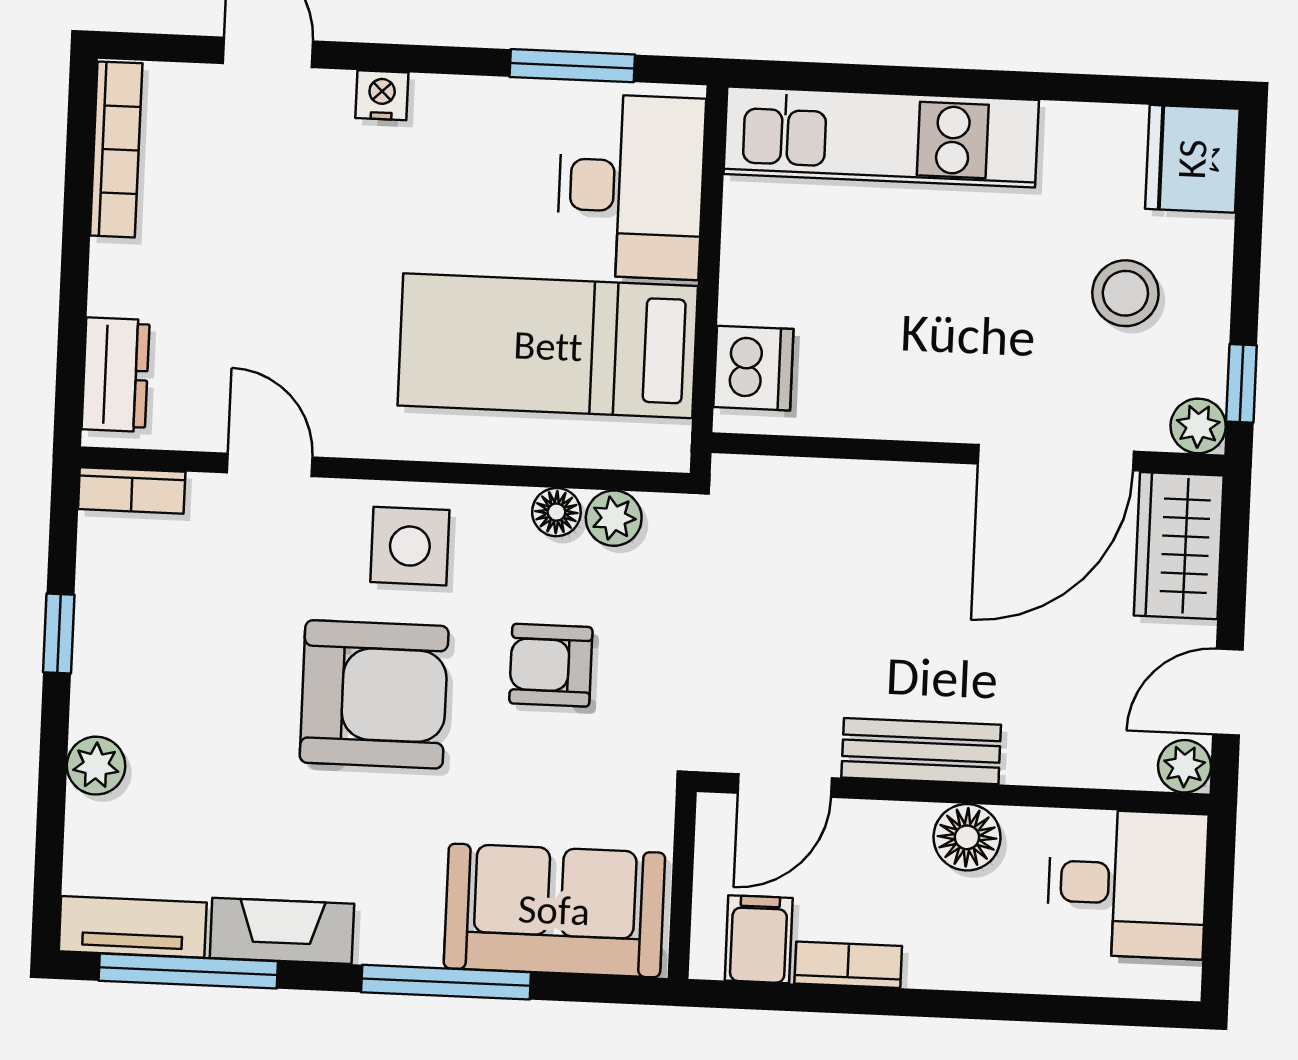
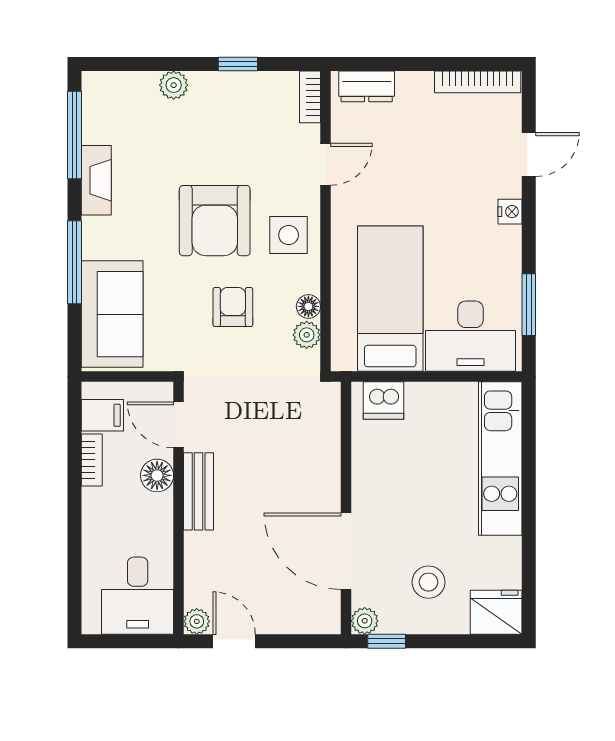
wardrobe: (1179, 546) -> (305, 614), removed
floor lamp: (967, 837) -> (157, 475), moved
tv unit: (133, 927) -> (95, 107), removed

